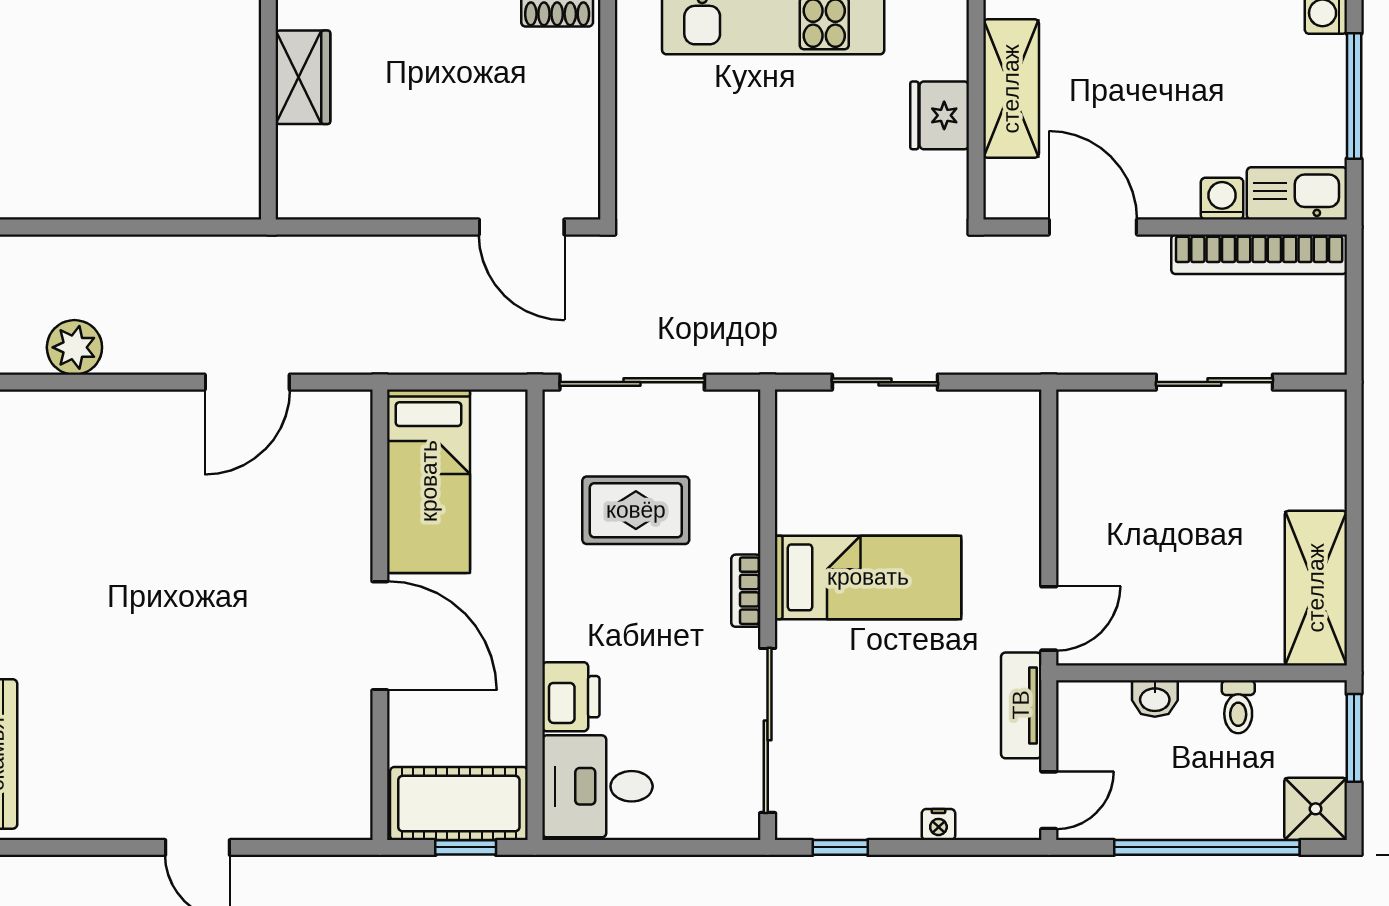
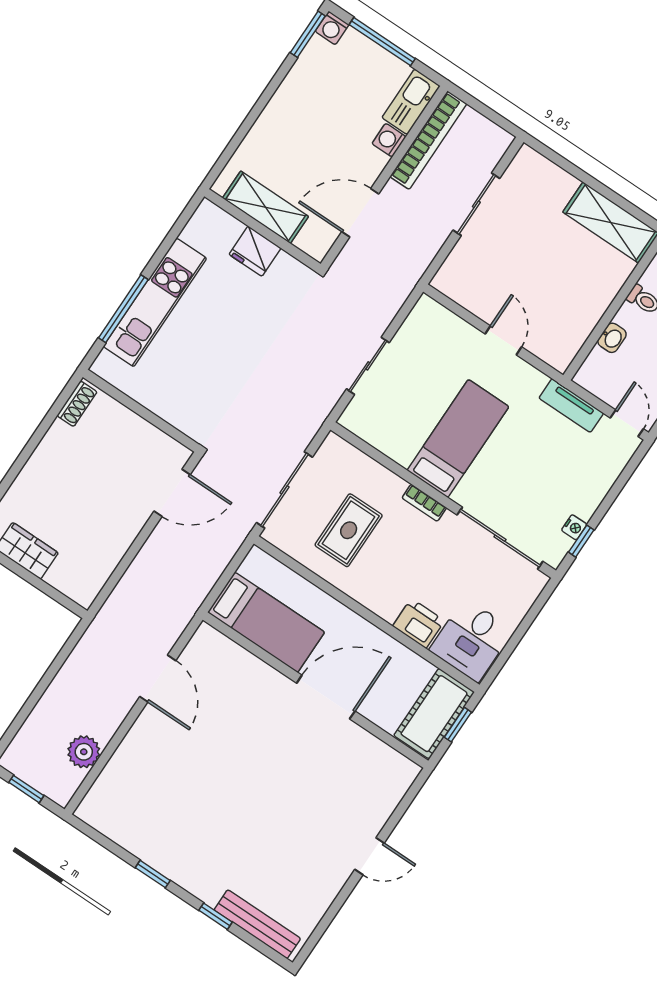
door: (1049, 618) -> (503, 340), moved
nightstand: (938, 824) -> (574, 527), moved

